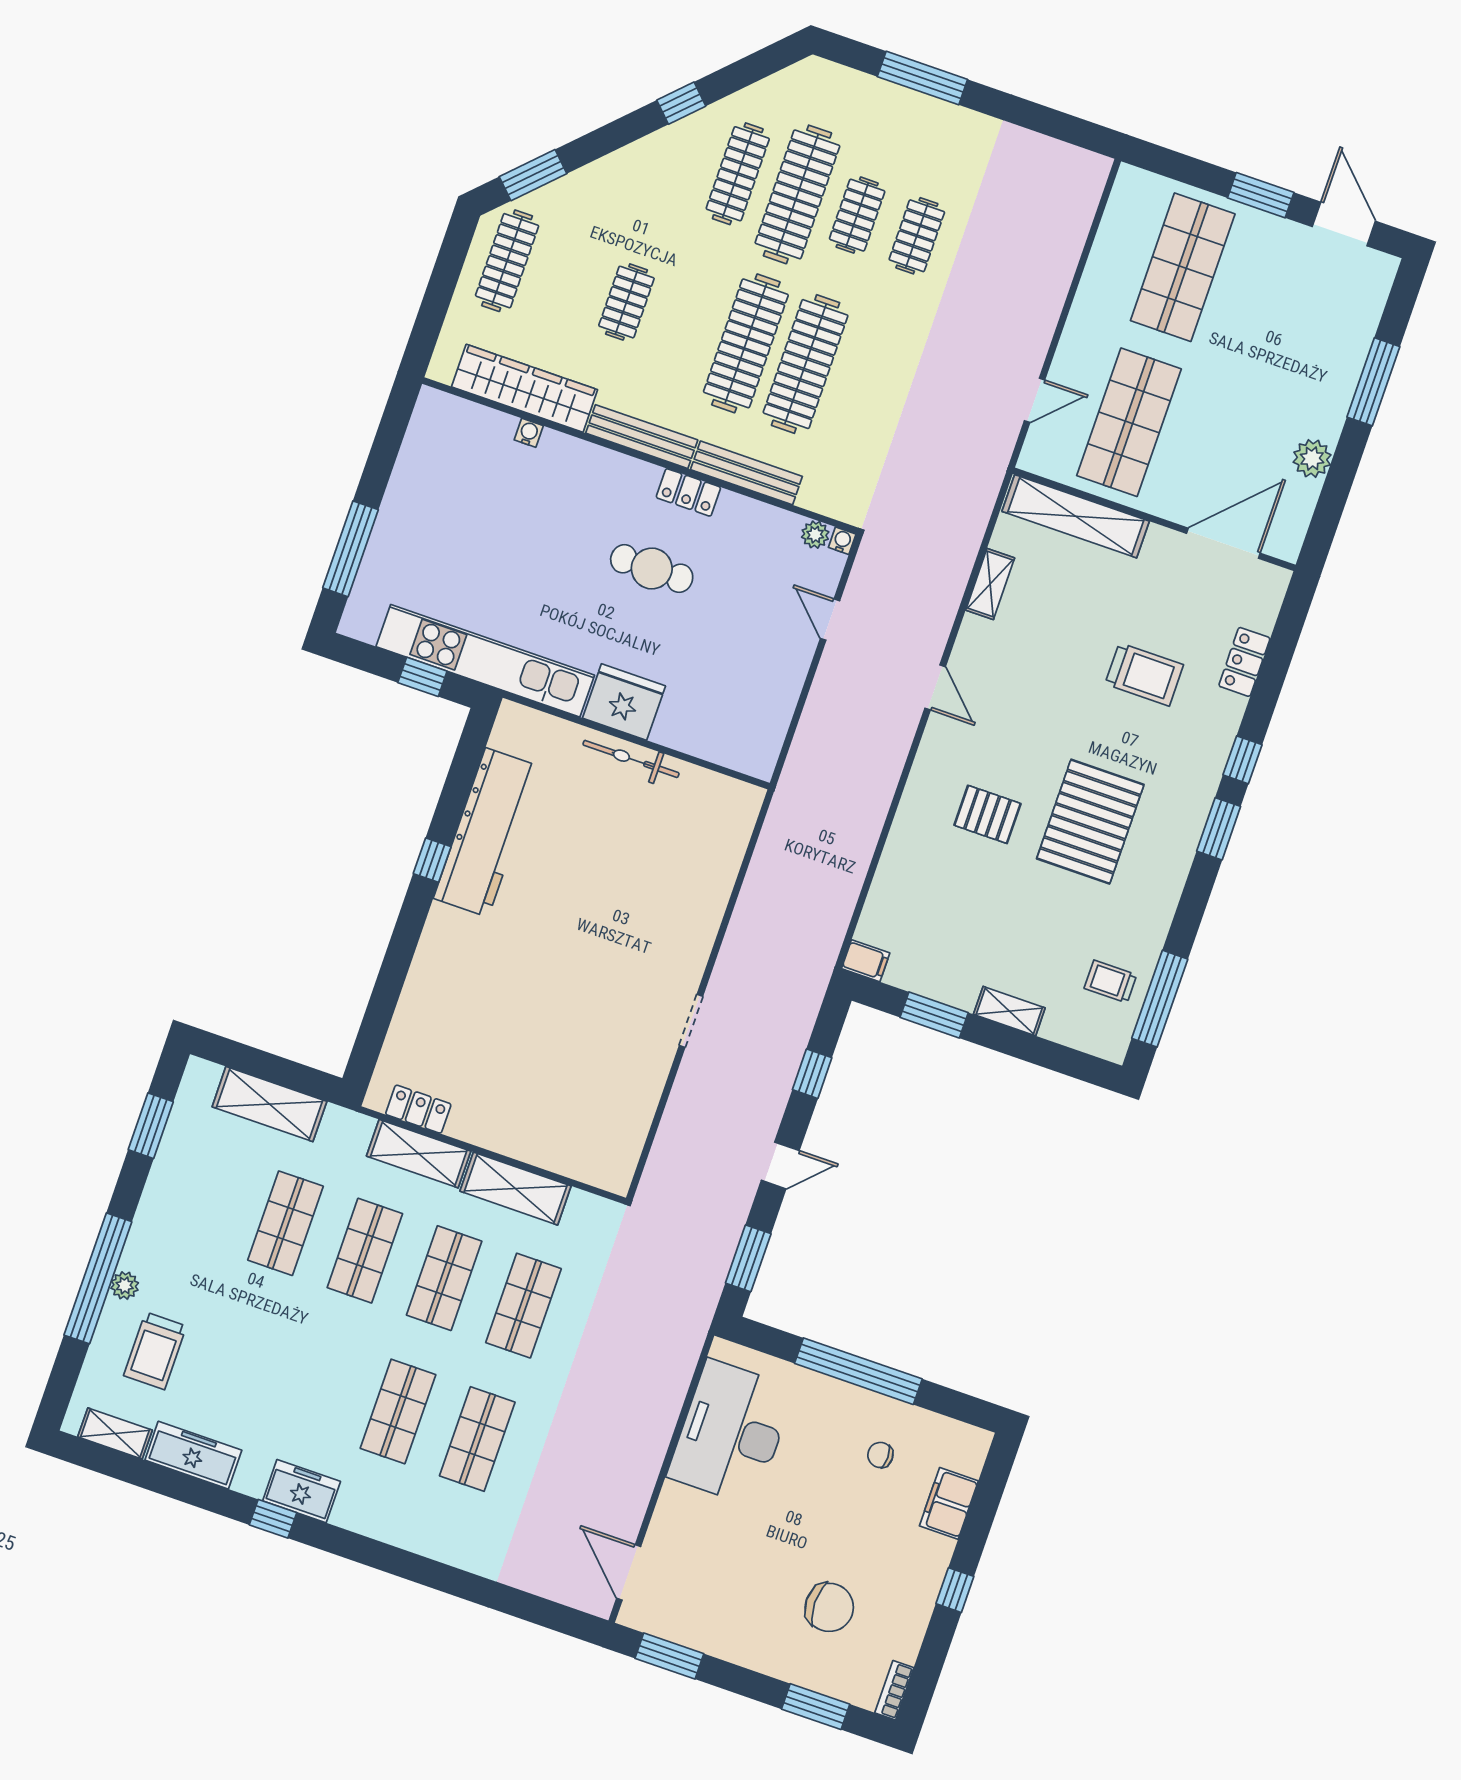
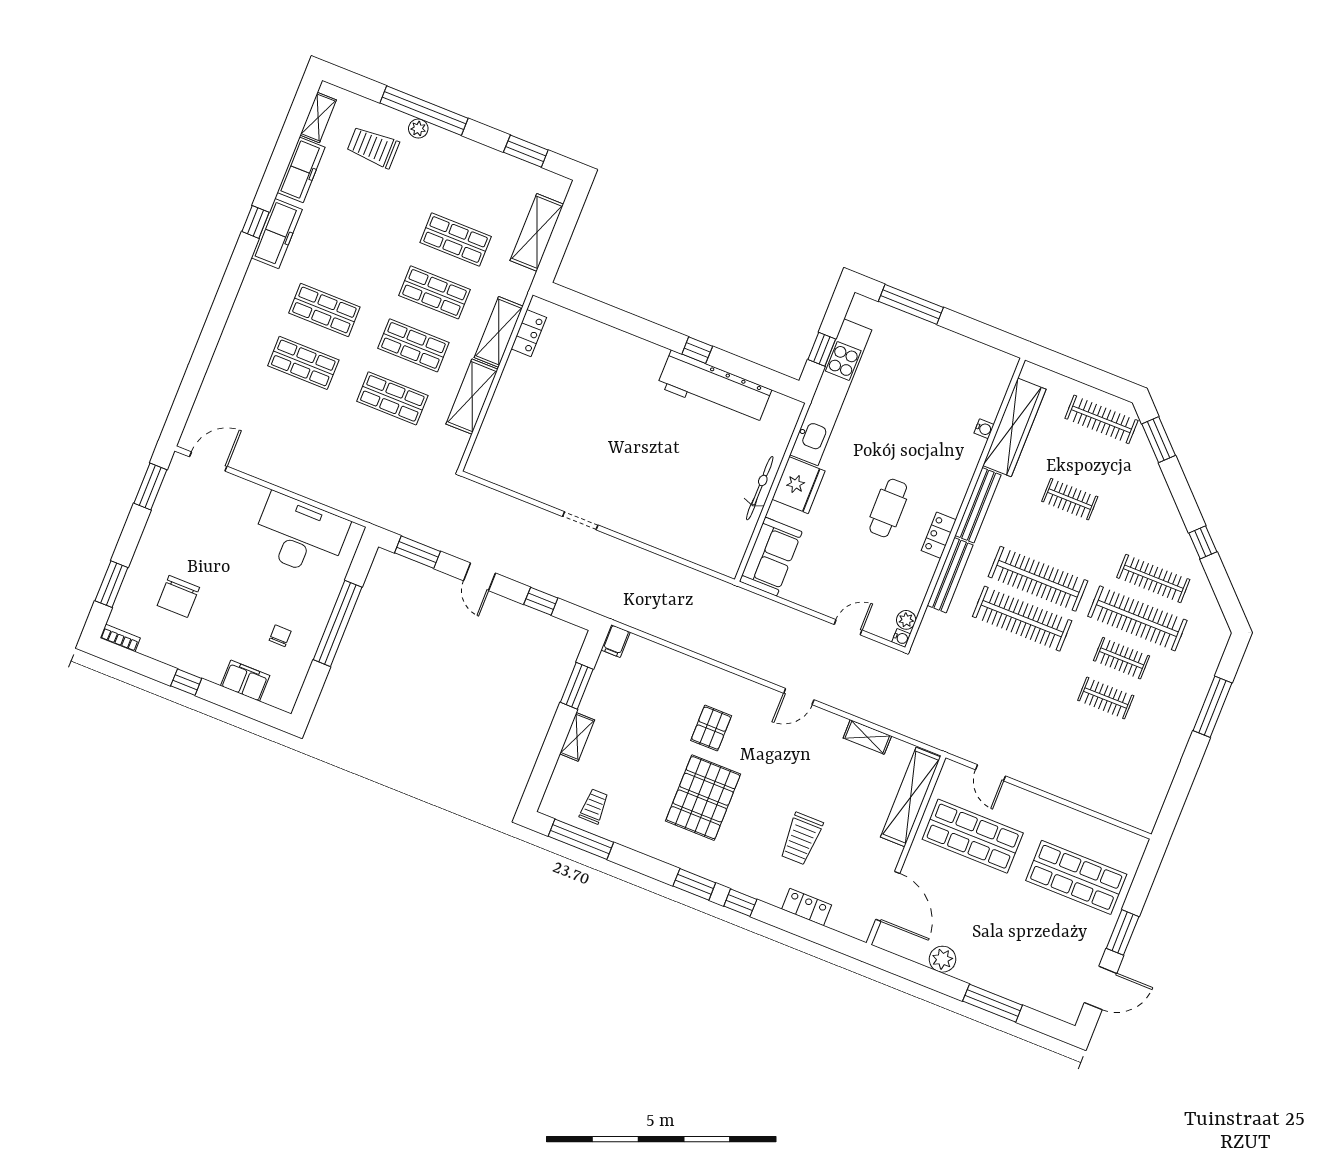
sofa: (731, 738) -> (771, 557), added
pallet: (1090, 822) -> (703, 798), turned 90
freezer: (302, 1491) -> (277, 234), width x1.40

